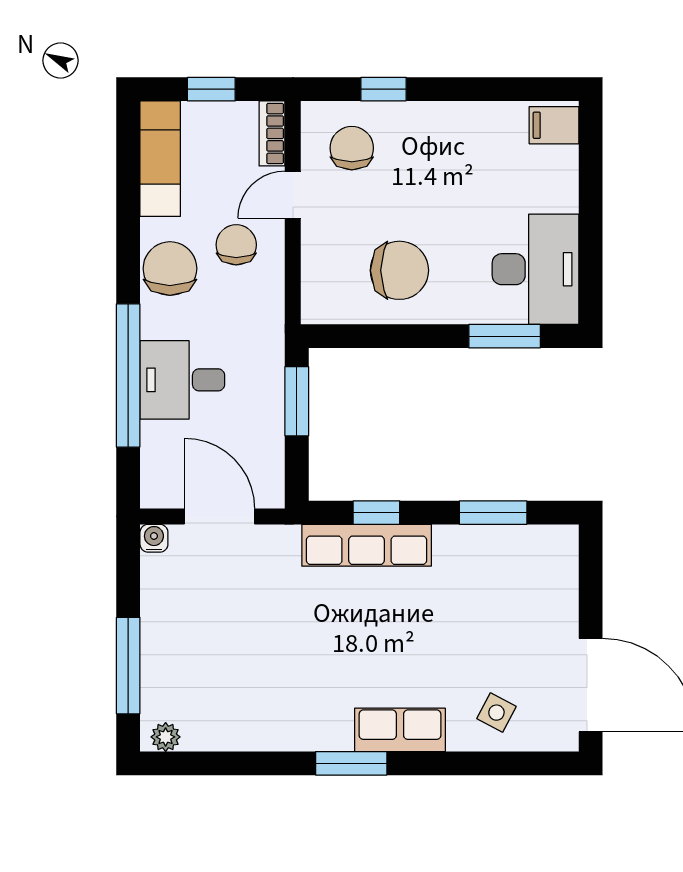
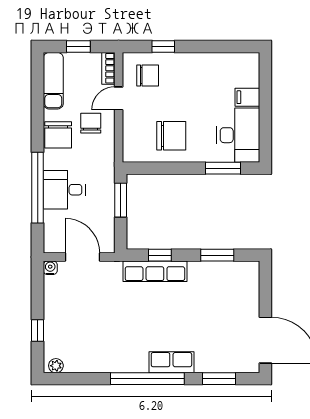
filing cabinet: (554, 125) -> (247, 97), moved
chair: (352, 148) -> (148, 75), turned 90
chair: (170, 269) -> (58, 135), turned 180
window: (128, 666) -> (38, 331), width x0.46
side table: (496, 713) -> (219, 354), removed
window: (351, 763) -> (147, 379), width x2.11
window: (496, 763) -> (219, 379), added

